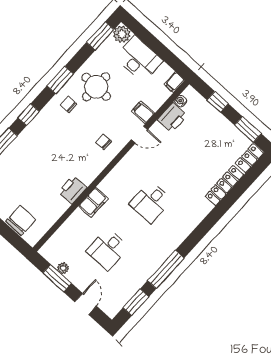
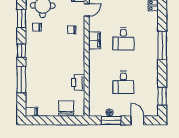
printer: (72, 190) -> (78, 82), moved
filing cabinet: (93, 202) -> (95, 40), moved
window: (166, 269) -> (162, 46), moved

